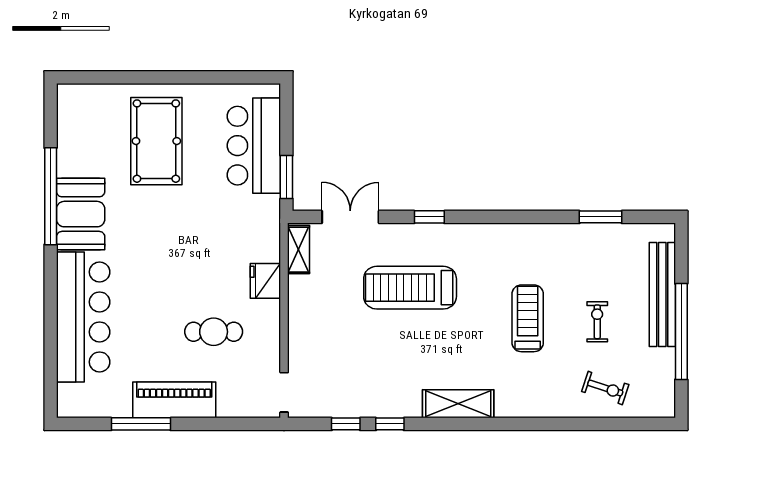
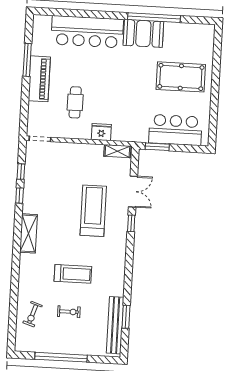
double door: (350, 217) -> (133, 192), moved
bench: (662, 295) -> (115, 325), moved, turned 90

